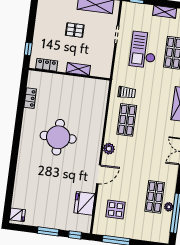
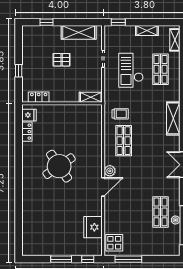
window: (28, 49) -> (19, 71), moved
shelving: (78, 69) -> (91, 97), moved
round table: (58, 137) -> (59, 166), turned -34
door: (99, 174) -> (103, 187), moved
display table: (116, 209) -> (114, 243), moved
fridge: (17, 215) -> (29, 115), moved

